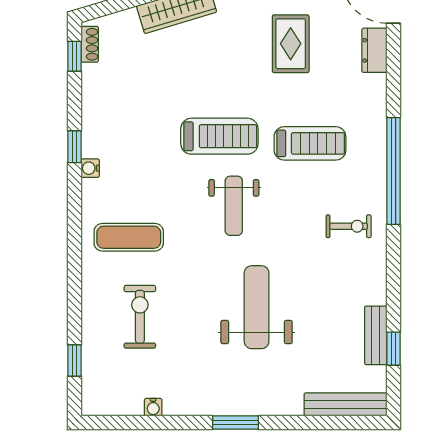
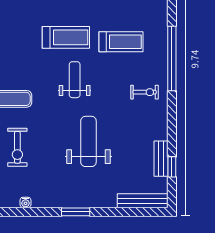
weight bench: (234, 206) -> (75, 80), turned 180
exercise bike: (140, 317) -> (17, 147), turned 180

